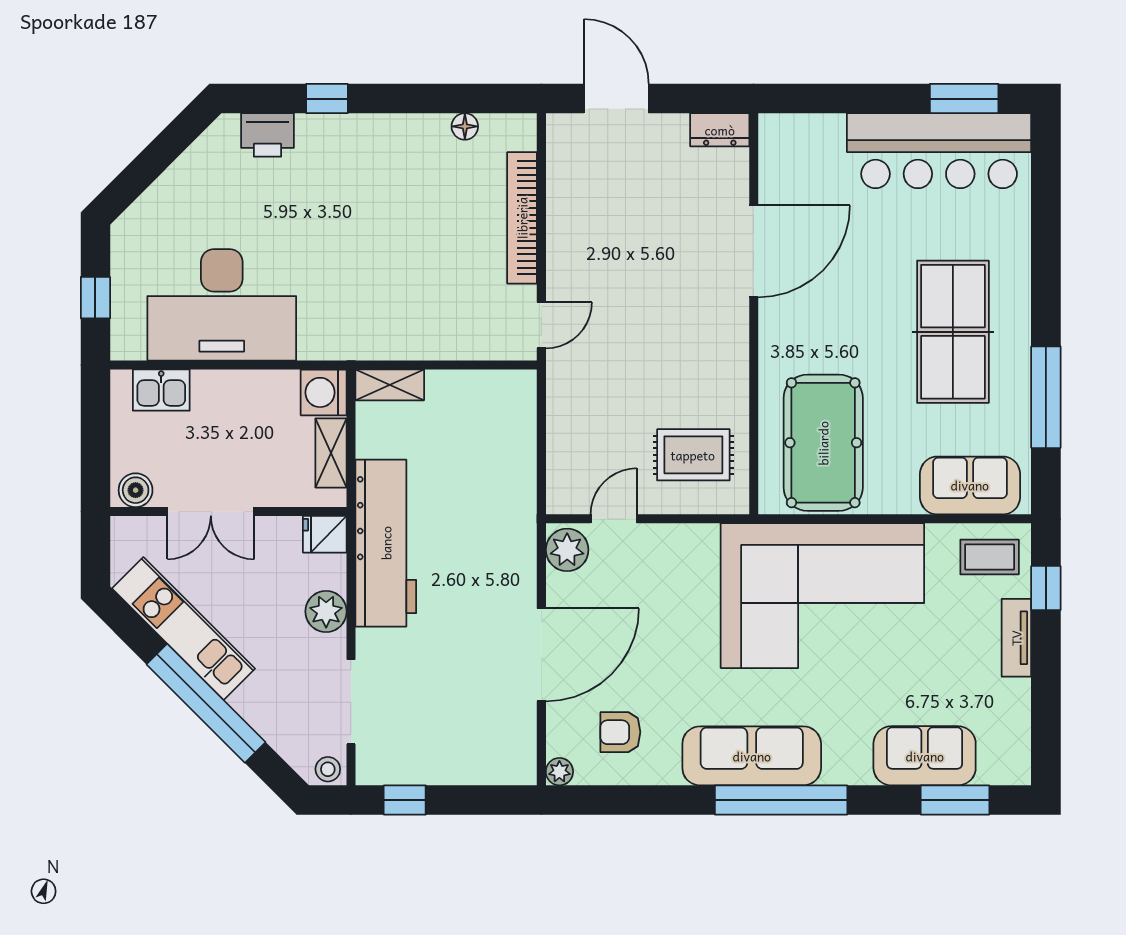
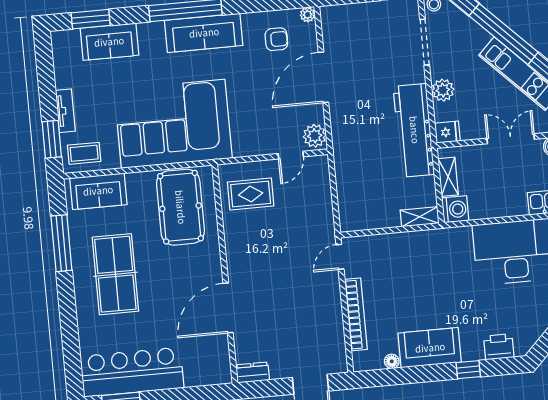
sofa: (393, 145) -> (430, 348), added
window: (1046, 588) -> (52, 139), width x1.50

